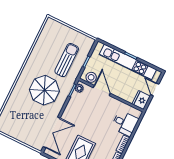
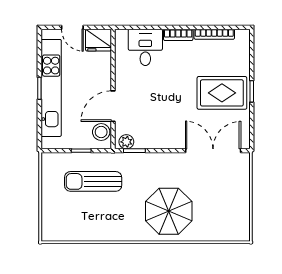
door: (155, 89) -> (72, 27), hinge flipped
parasol: (44, 90) -> (169, 211), moved

